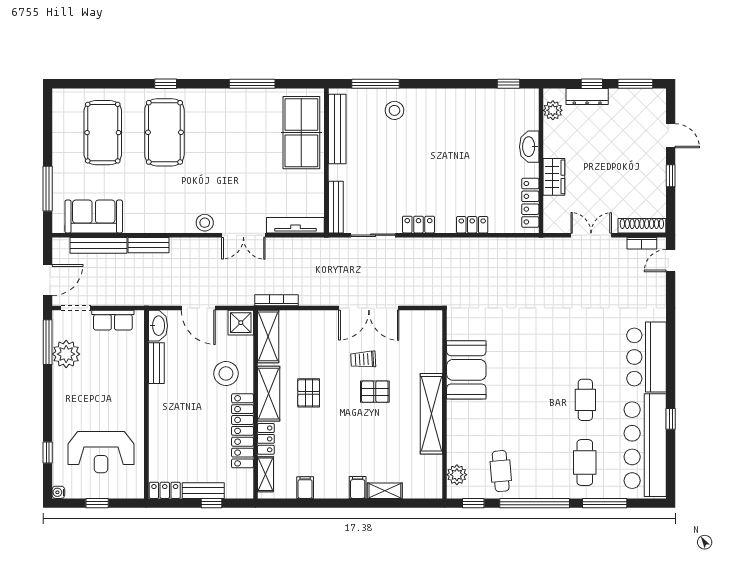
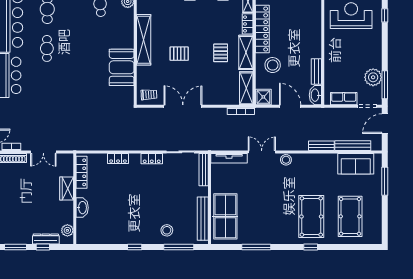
window: (508, 84) -> (135, 247), moved
trolley: (363, 359) -> (149, 95), moved

